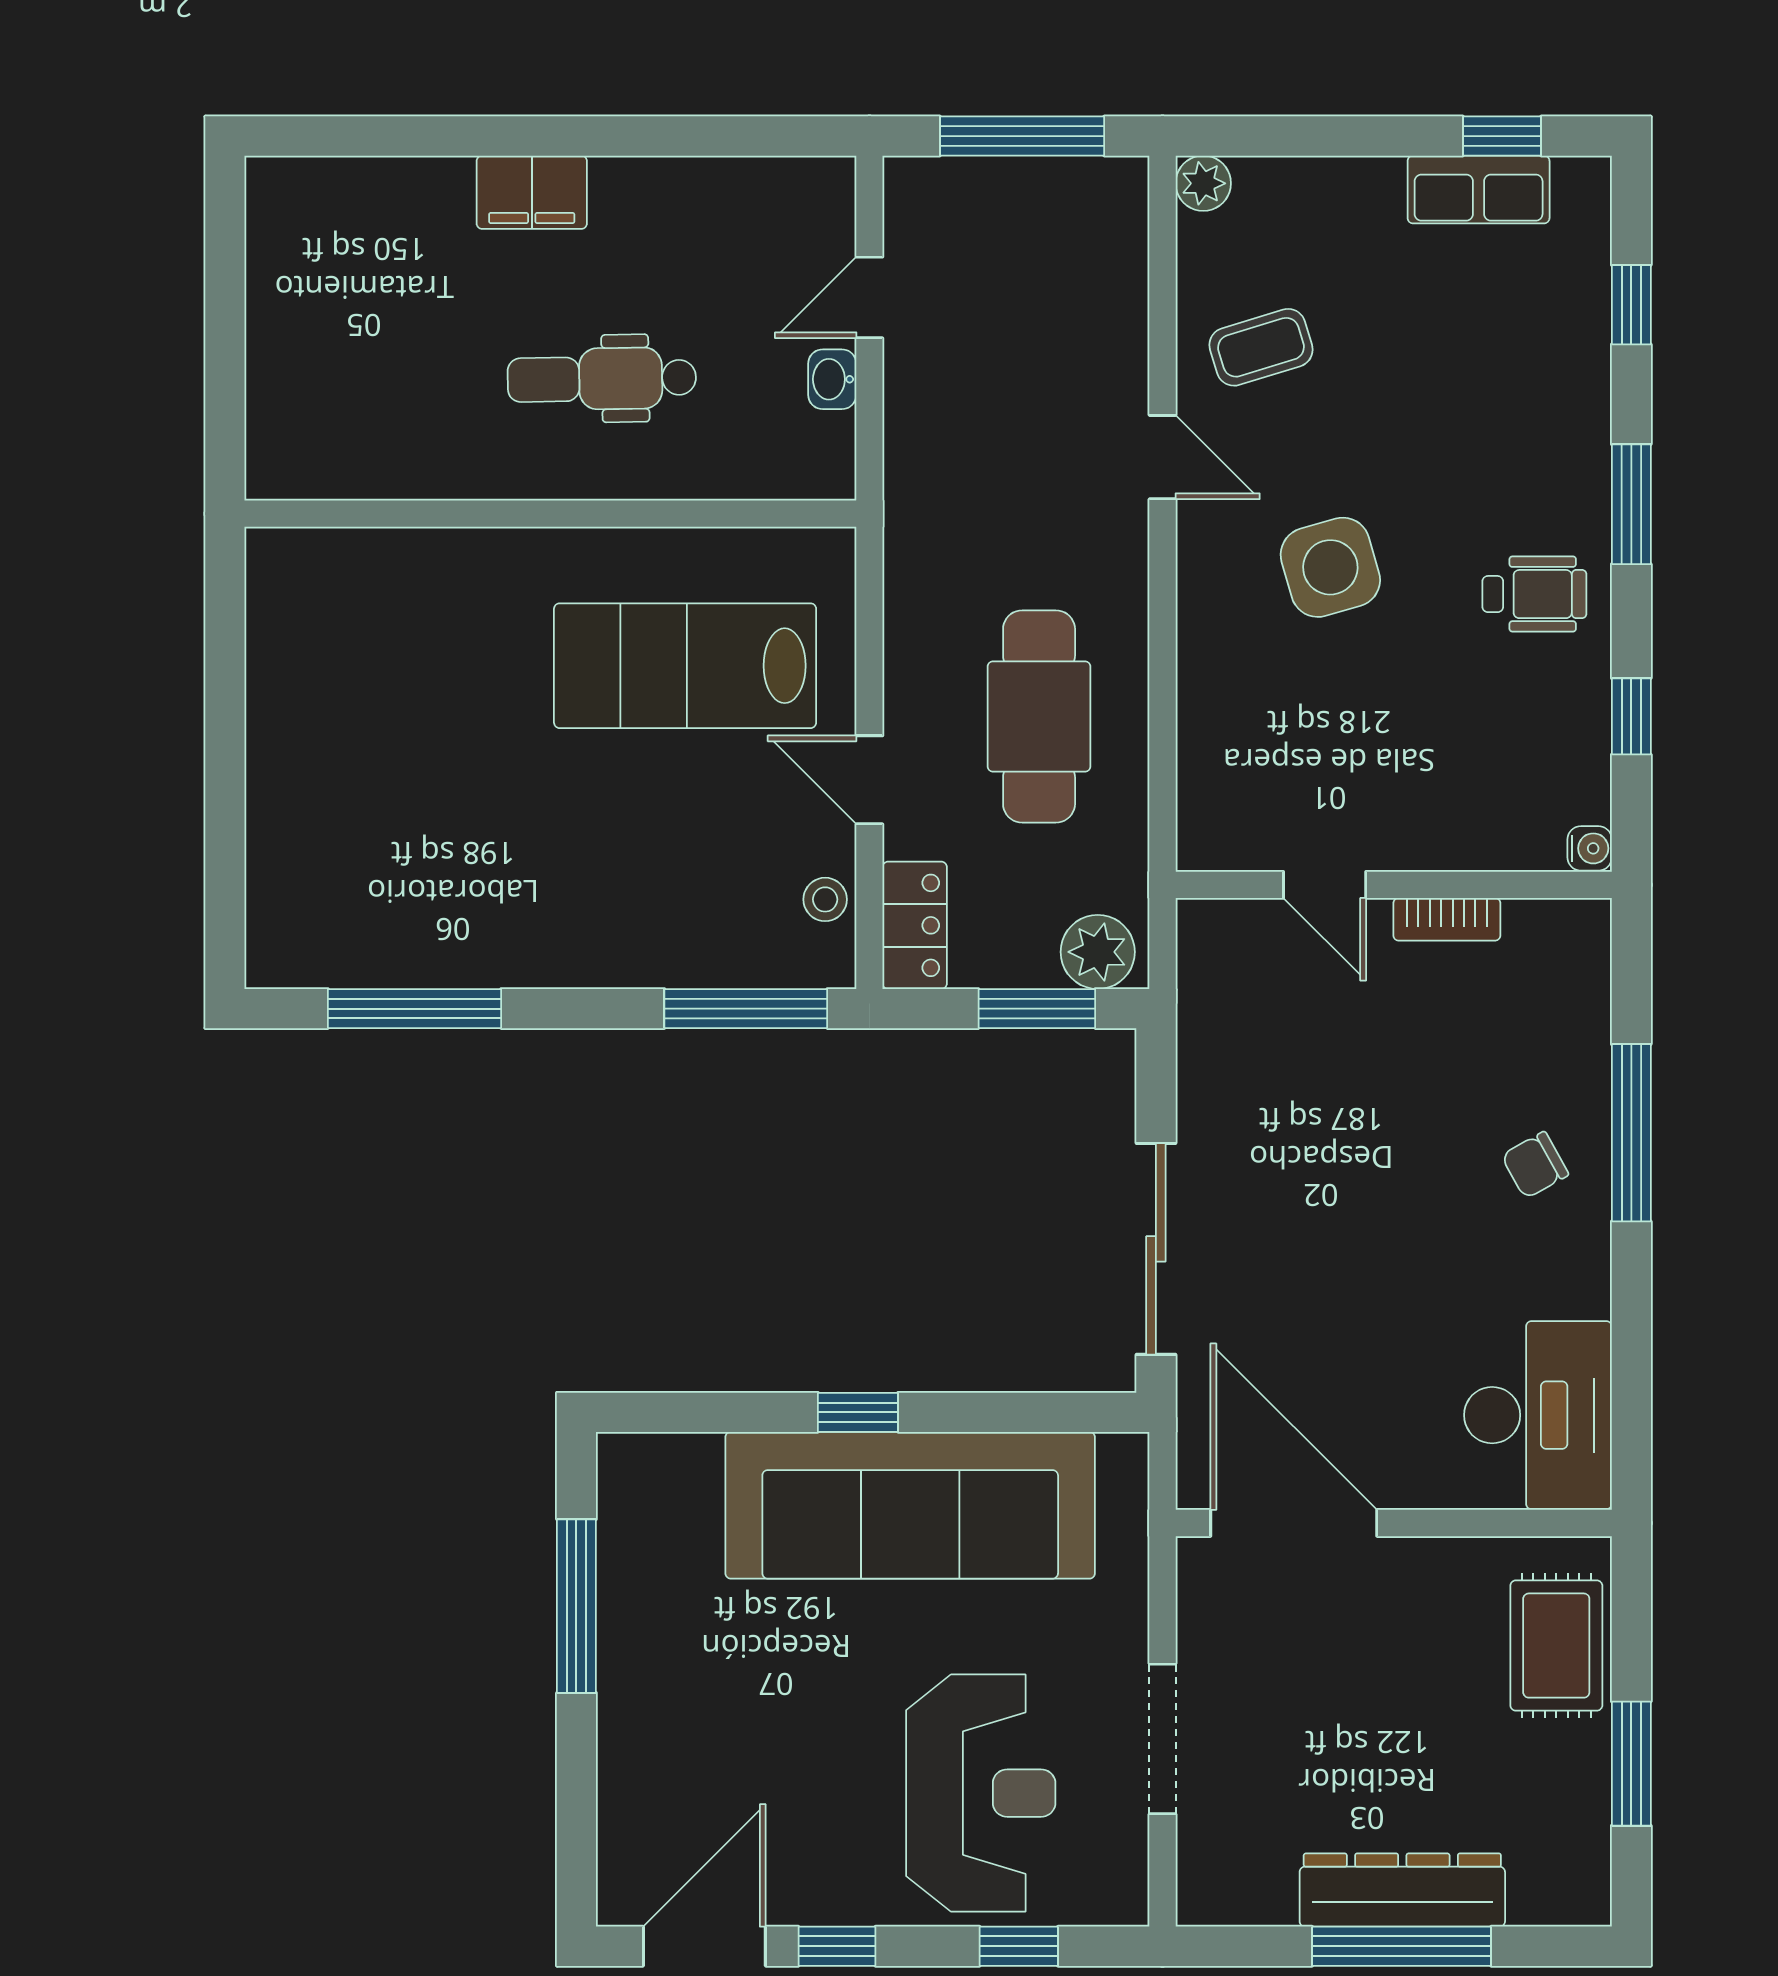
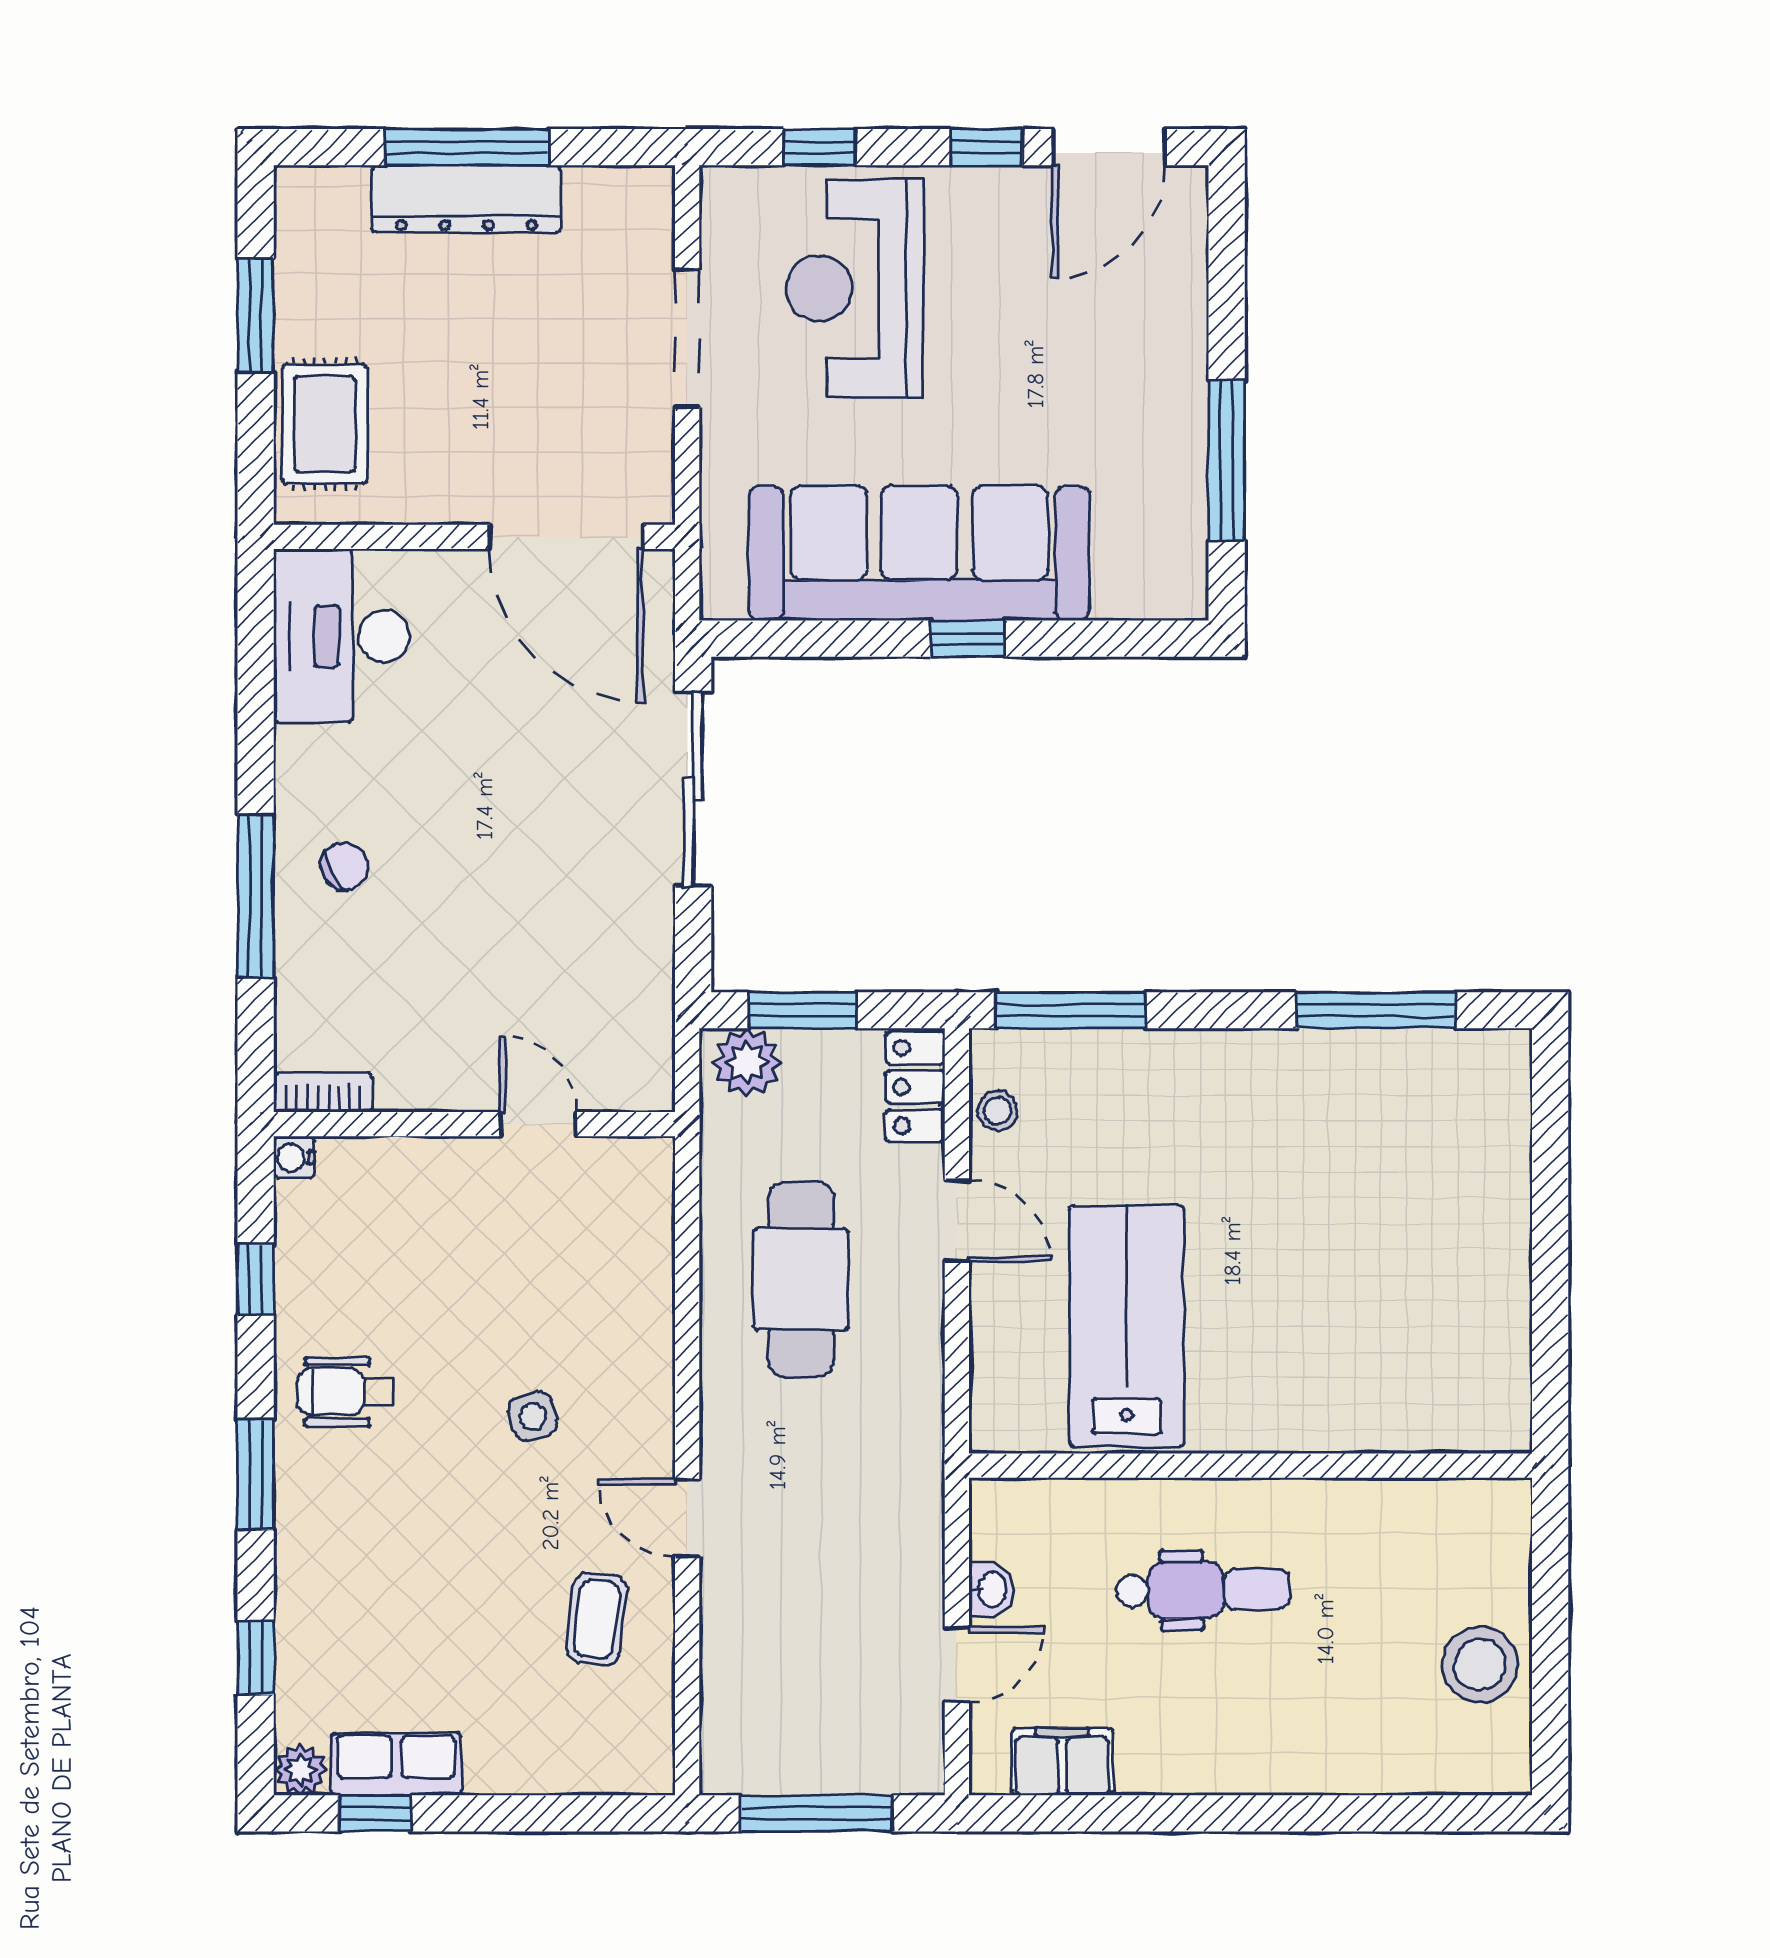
plant: (1203, 183) -> (301, 1770), moved
filing cabinet: (532, 192) -> (1062, 1762), moved
stool: (301, 298) -> (1480, 1664), added
coffee table: (1261, 347) -> (597, 1619), turned -66
side table: (1330, 567) -> (533, 1416), width x0.54, depth x0.54
lab bench: (685, 666) -> (1127, 1326), turned -90
bookcase: (1447, 919) -> (323, 1092), moved

